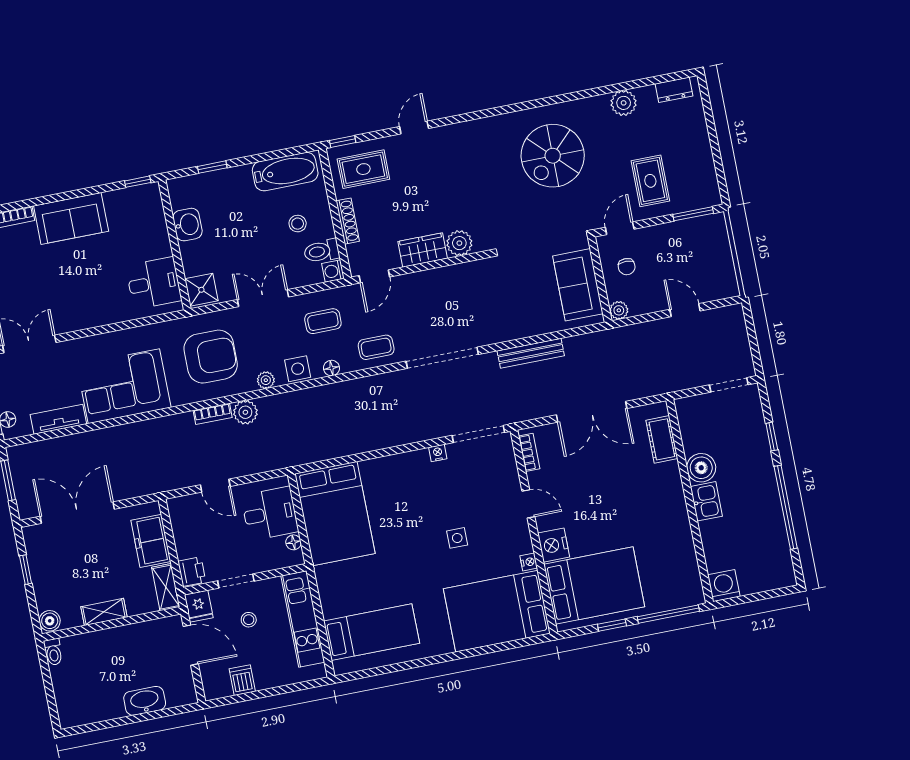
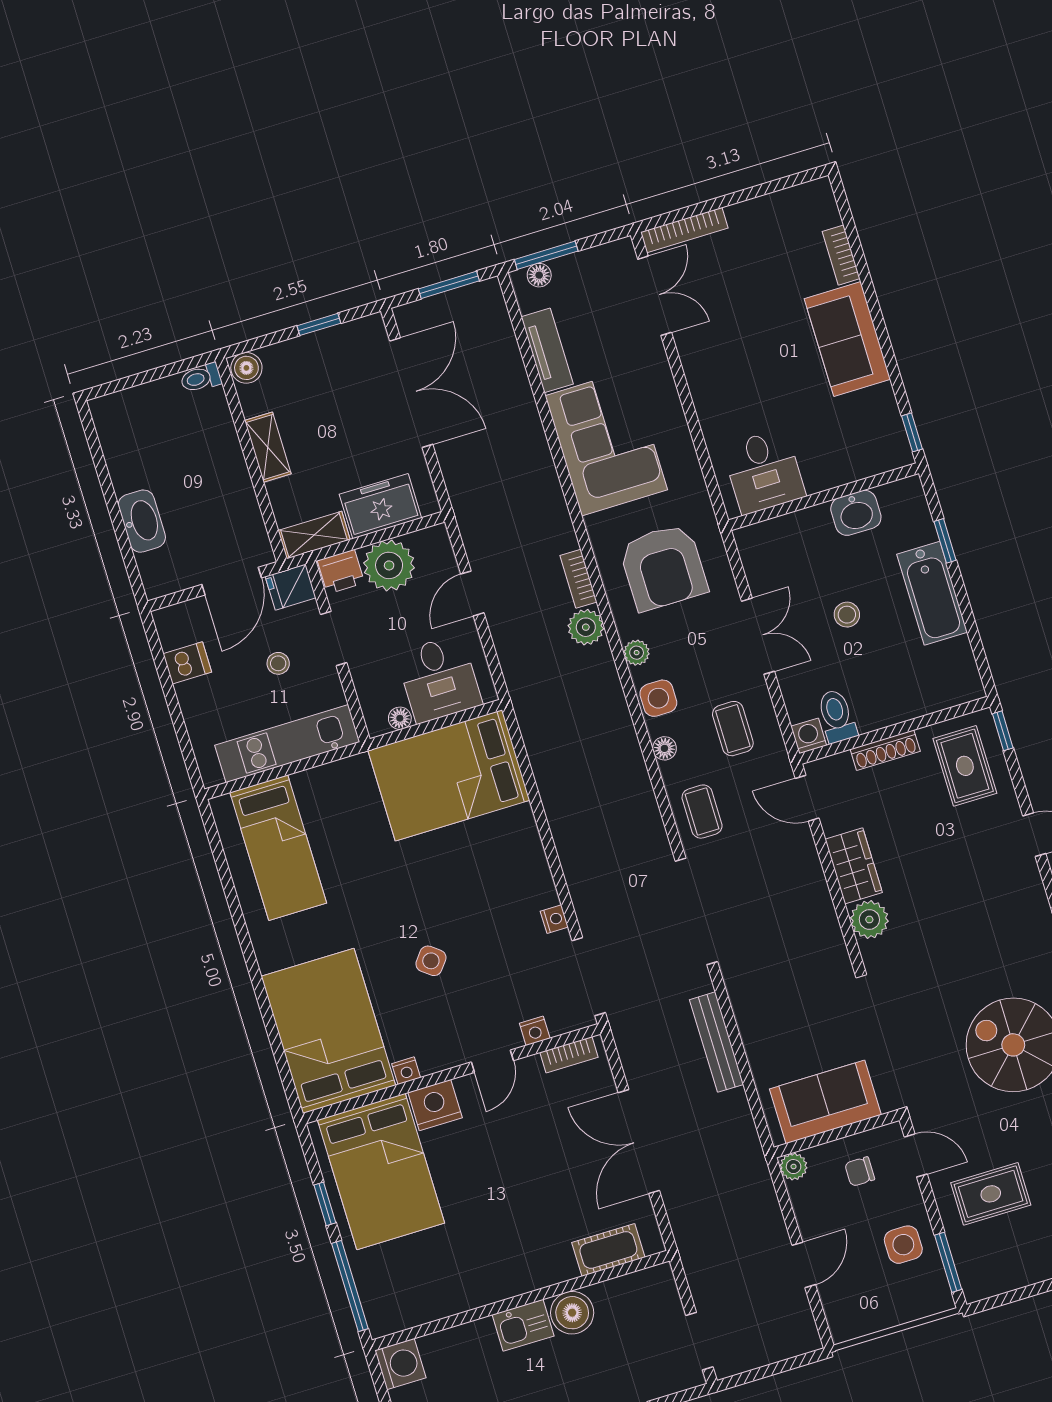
bathtub: (285, 172) -> (932, 593), moved
stool: (298, 224) -> (847, 615), moved
side table: (678, 242) -> (903, 1245), added
shower: (201, 290) -> (761, 543), removed
nightstand: (511, 474) -> (535, 1031), added
side table: (457, 538) -> (431, 961), turned 38
plant: (191, 539) -> (389, 565), added

